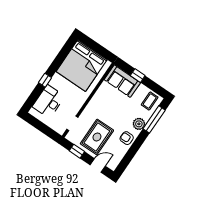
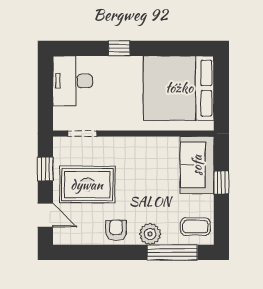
desk: (49, 102) -> (72, 81), moved, turned -90

